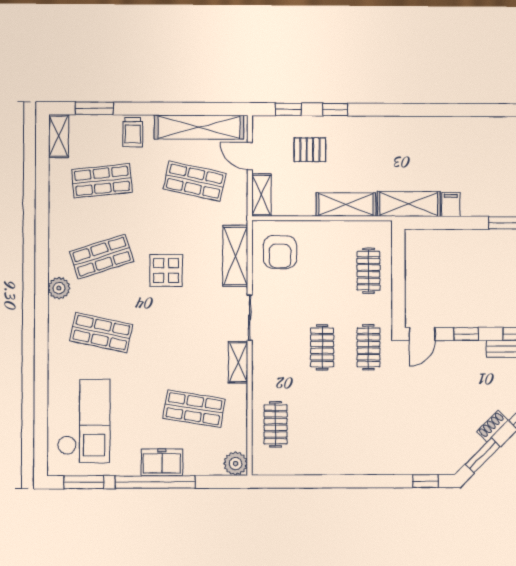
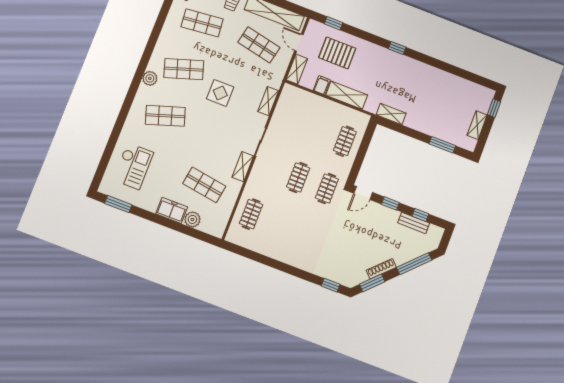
window: (335, 110) -> (397, 48), moved
pallet: (310, 150) -> (337, 53), width x1.50, depth x1.42
shelving: (409, 204) -> (391, 114), width x0.67, depth x0.75
filing cabinet: (451, 204) -> (322, 85), moved
armchair: (280, 252) -> (295, 109), removed
shelving: (235, 256) -> (268, 101), width x0.67, depth x0.75
shop shelf: (101, 333) -> (165, 116), turned -30
checkout: (84, 421) -> (133, 166), width x0.73, depth x0.83
shoe rack: (493, 426) -> (381, 269), width x1.43
plant: (236, 464) -> (192, 219), moved
window: (155, 482) -> (163, 221), removed

